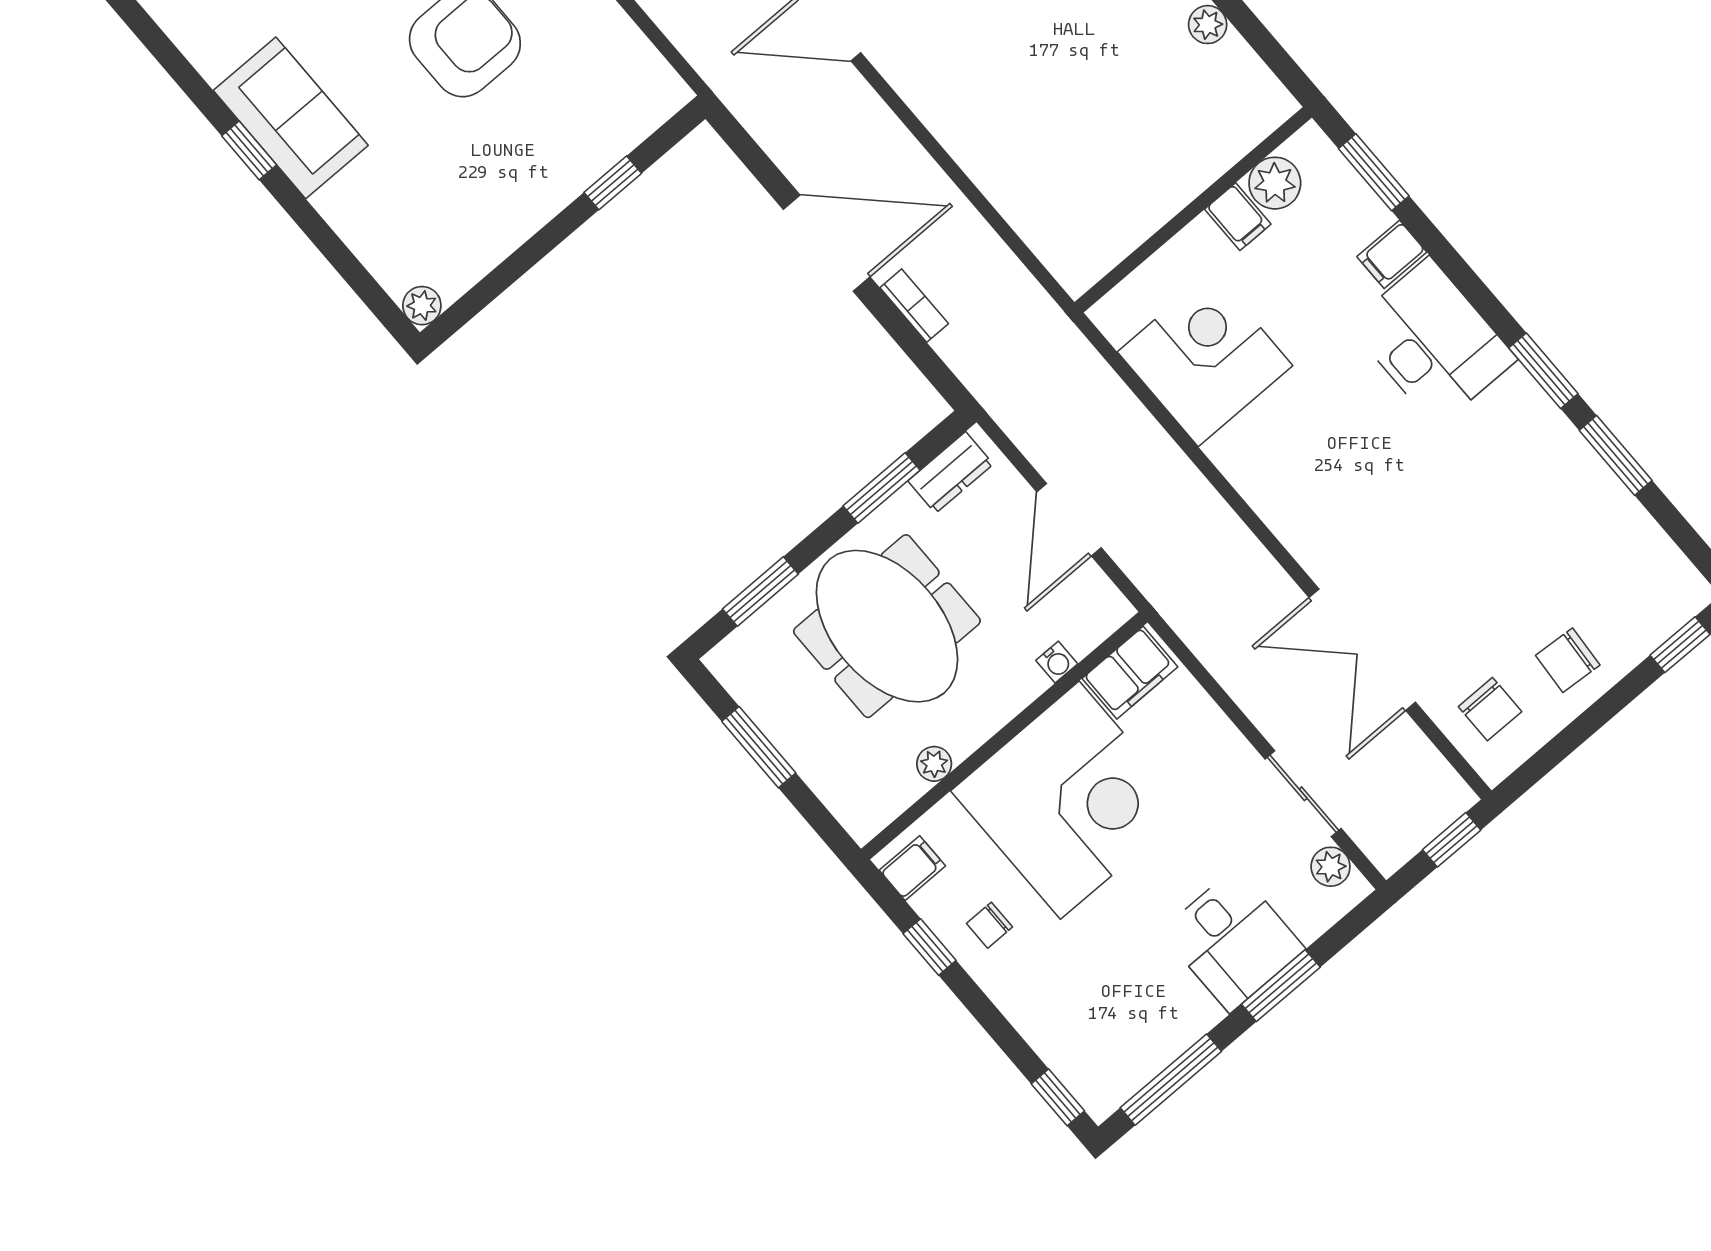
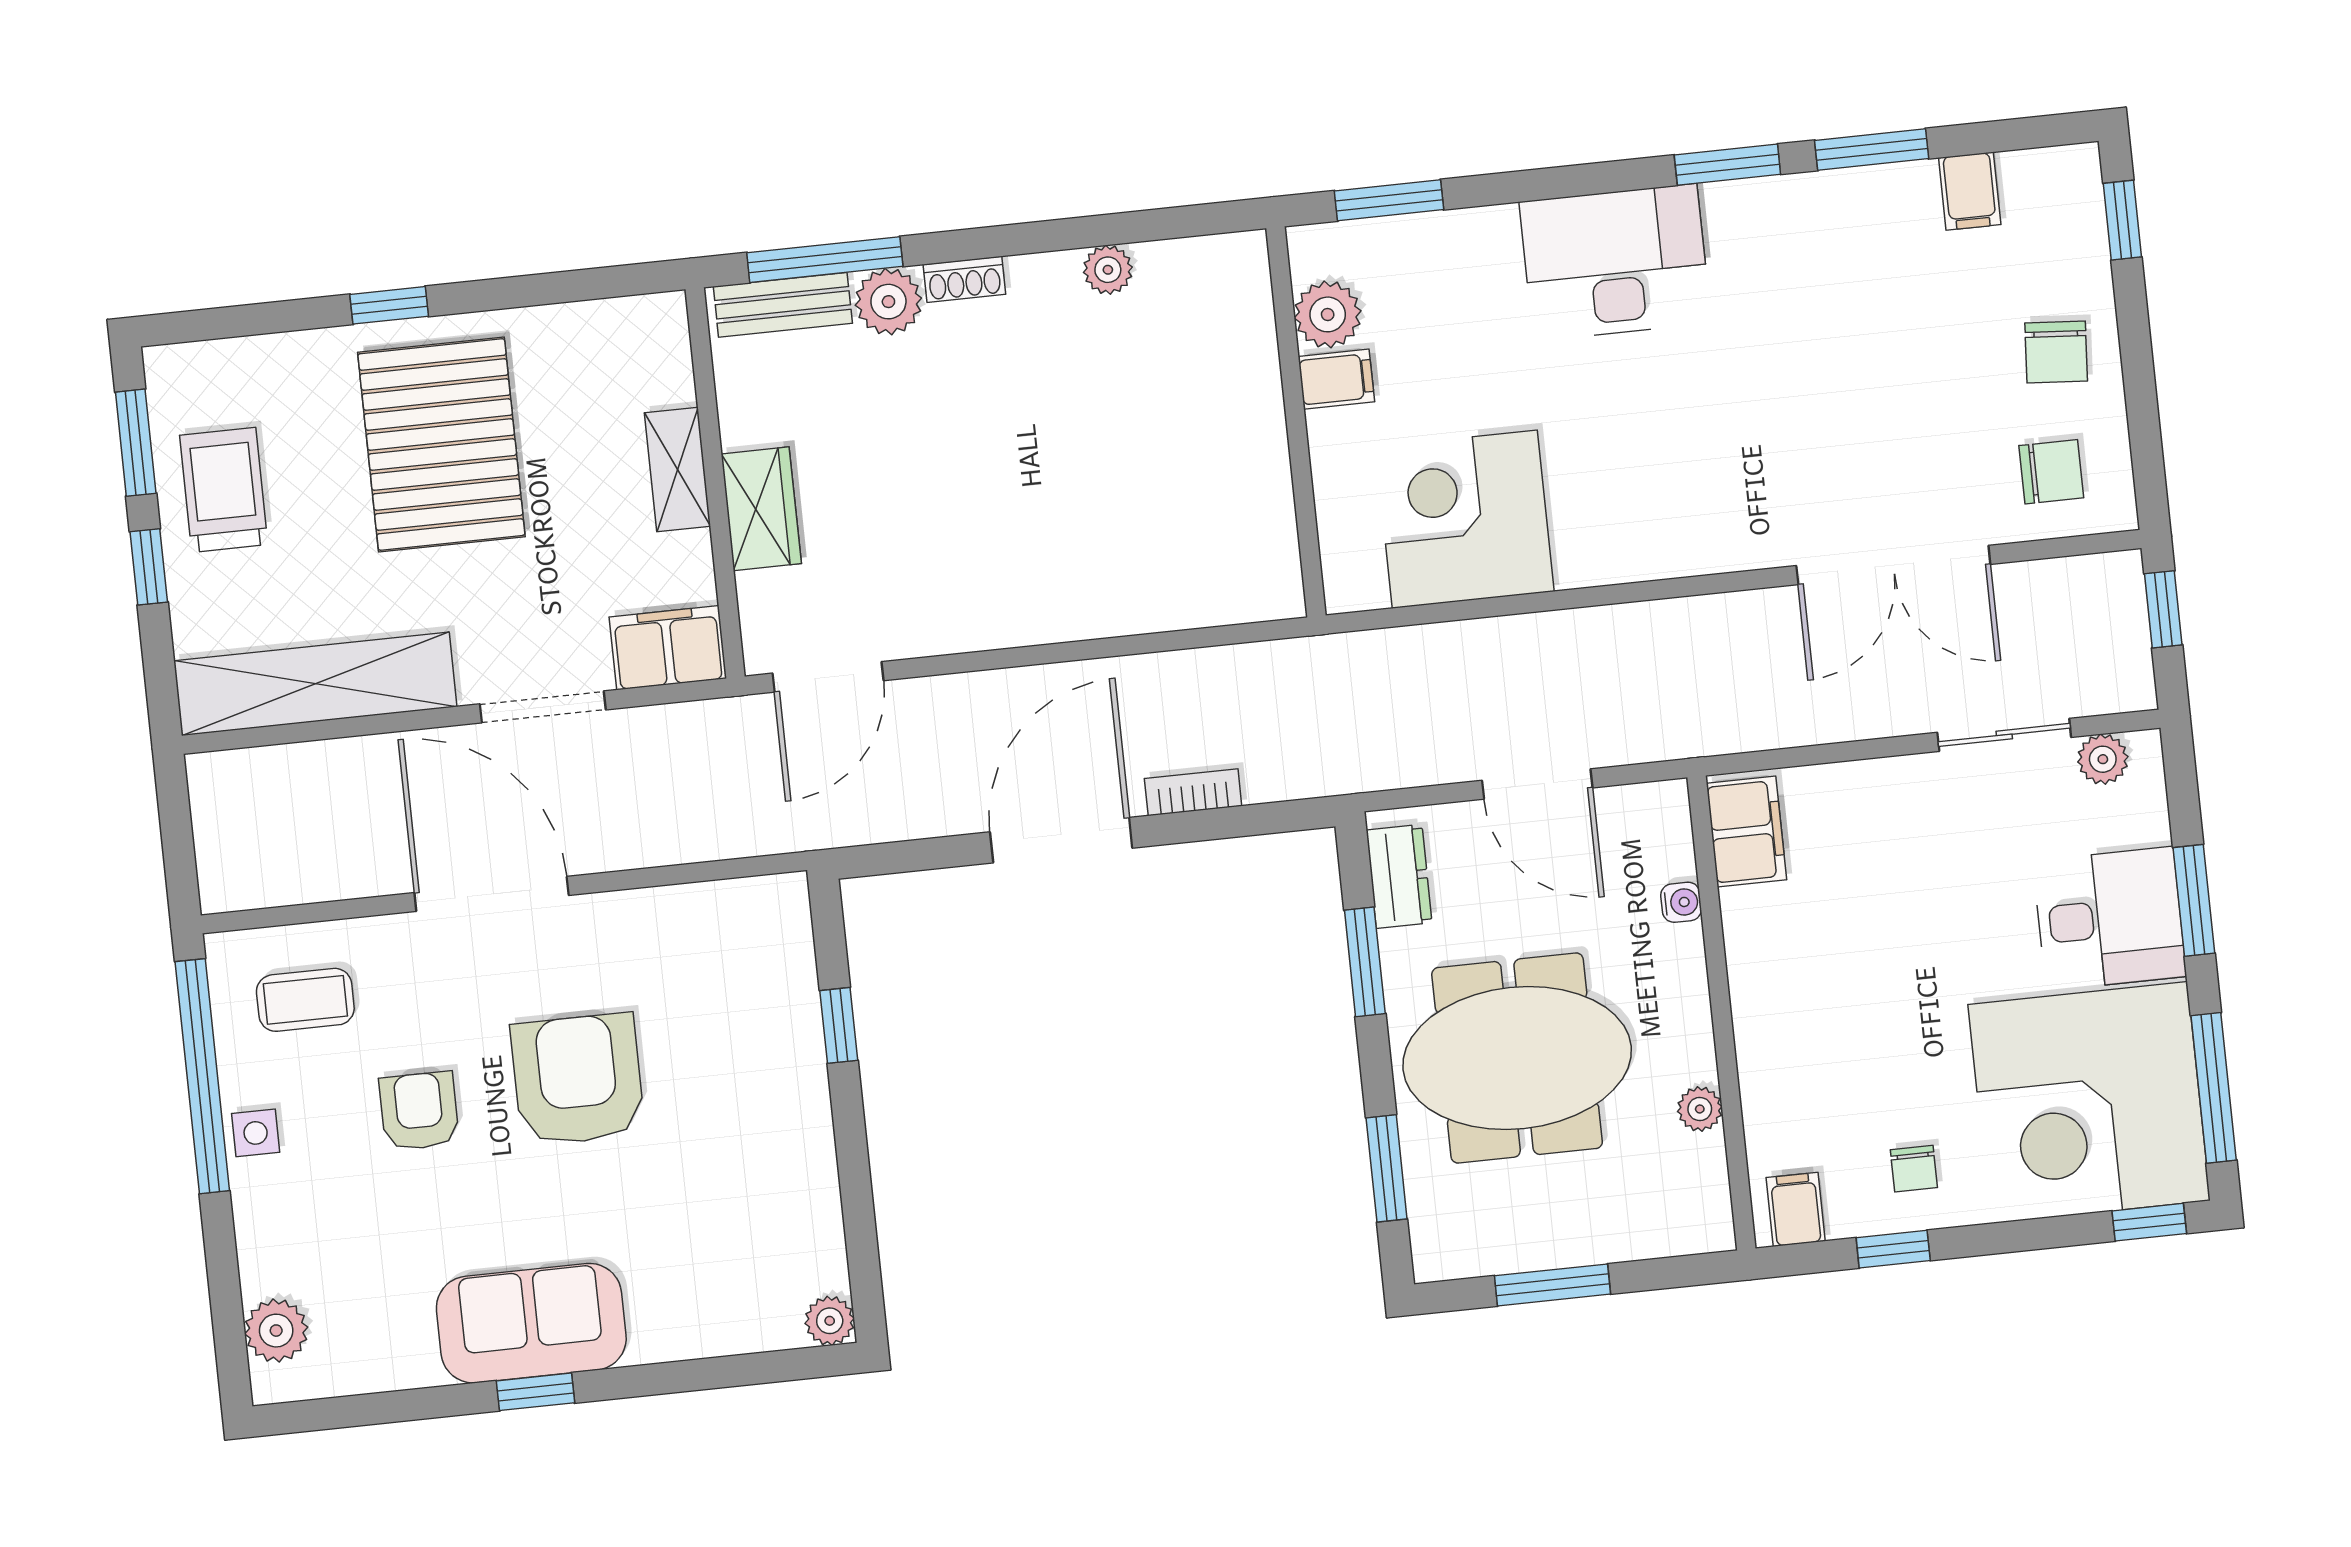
filing cabinet: (1392, 254) -> (1970, 191), moved
corner desk: (1070, 800) -> (2089, 1103), moved, turned 180

